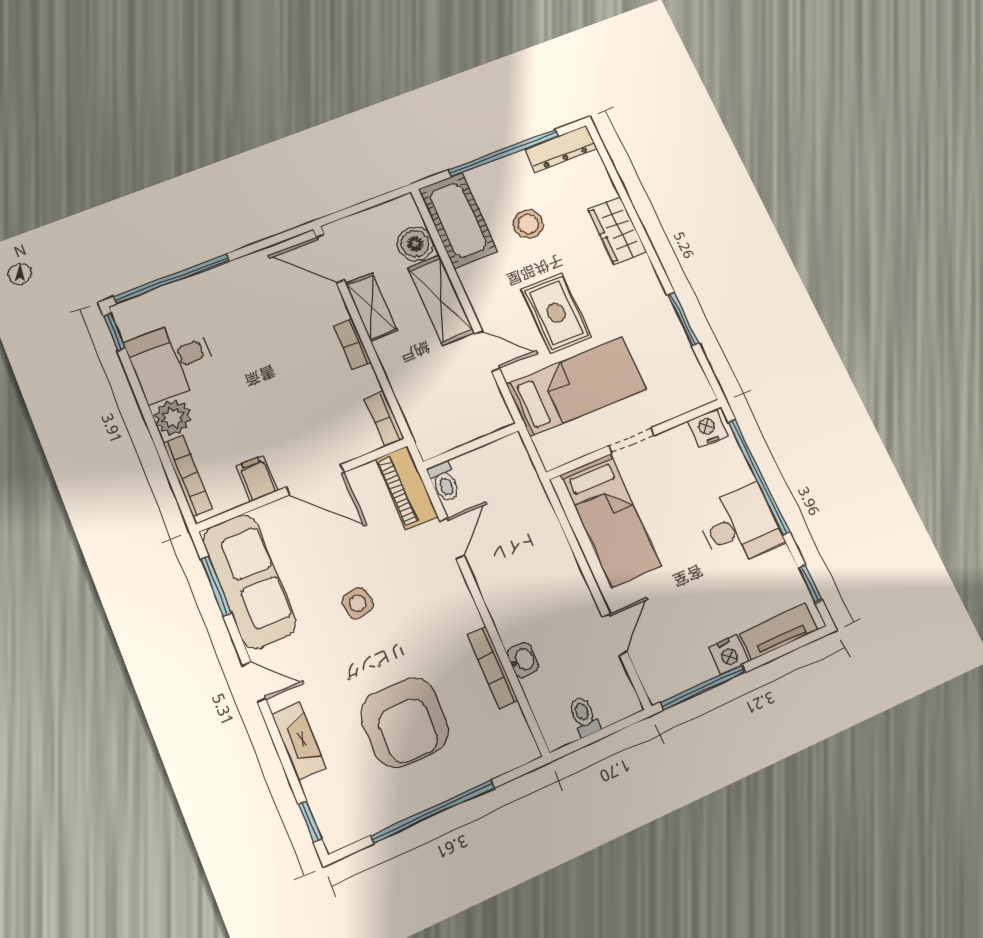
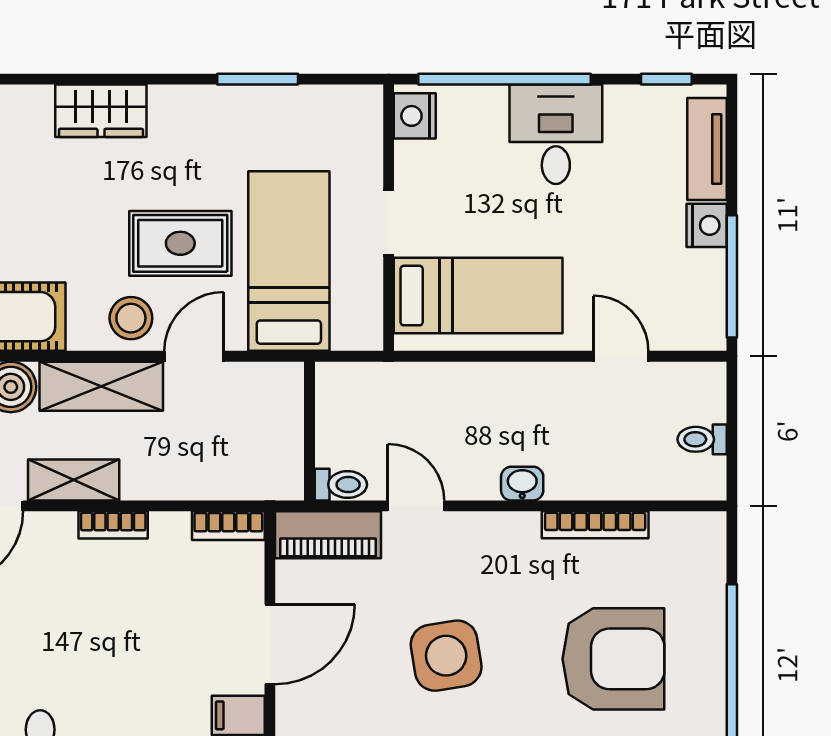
stool: (528, 224) -> (131, 318), moved
side table: (358, 603) -> (446, 656), width x1.87, depth x1.87
washbasin: (523, 660) -> (522, 484), moved

